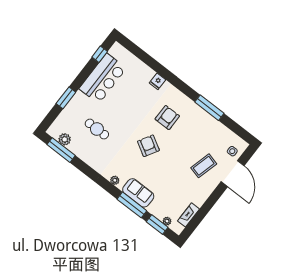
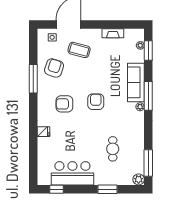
armchair: (205, 133) -> (54, 68), added
plant: (65, 139) -> (139, 179), moved
armchair: (148, 146) -> (96, 102), turned 150
sofa: (138, 193) -> (136, 82), width x1.36
window: (132, 205) -> (148, 96), moved
fireplace: (188, 215) -> (113, 33), moved

